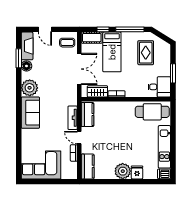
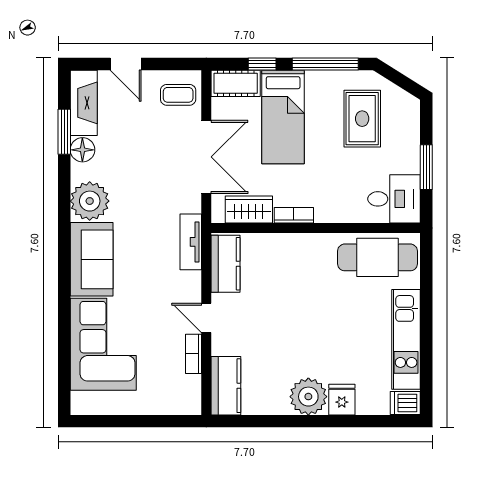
tv unit: (73, 118) -> (191, 242), moved
corner sofa: (41, 165) -> (103, 344), moved, turned 90

